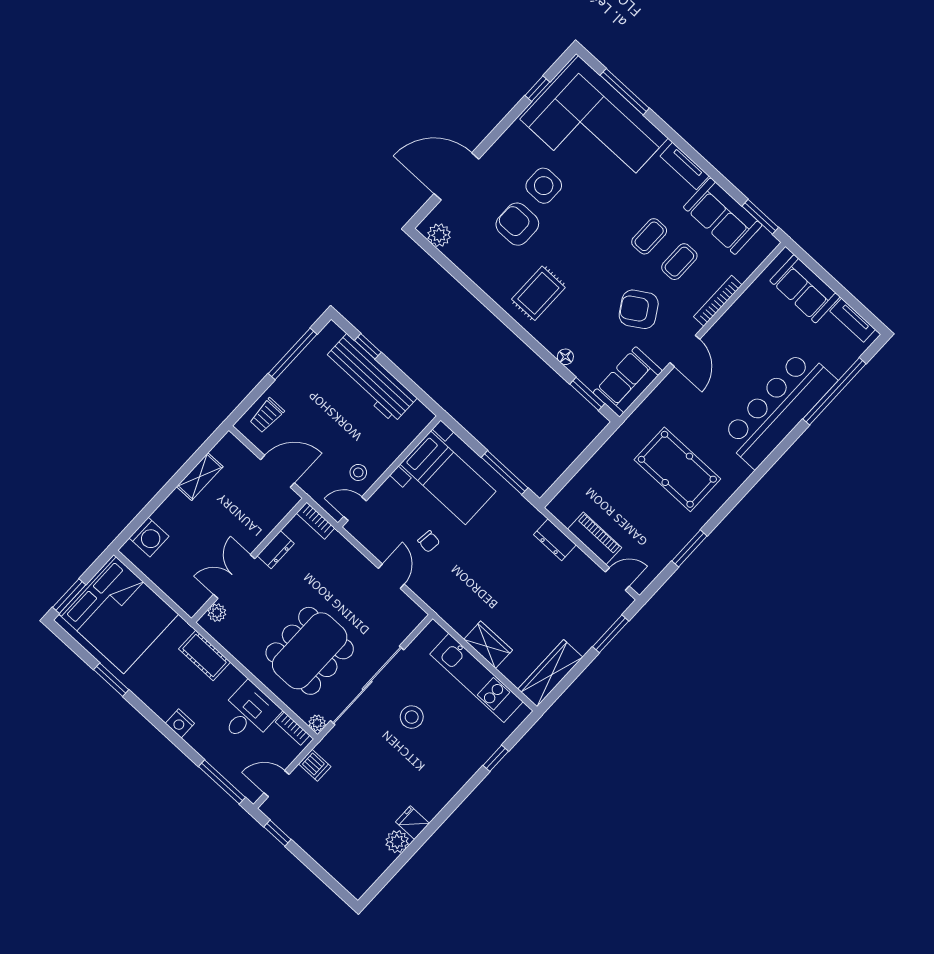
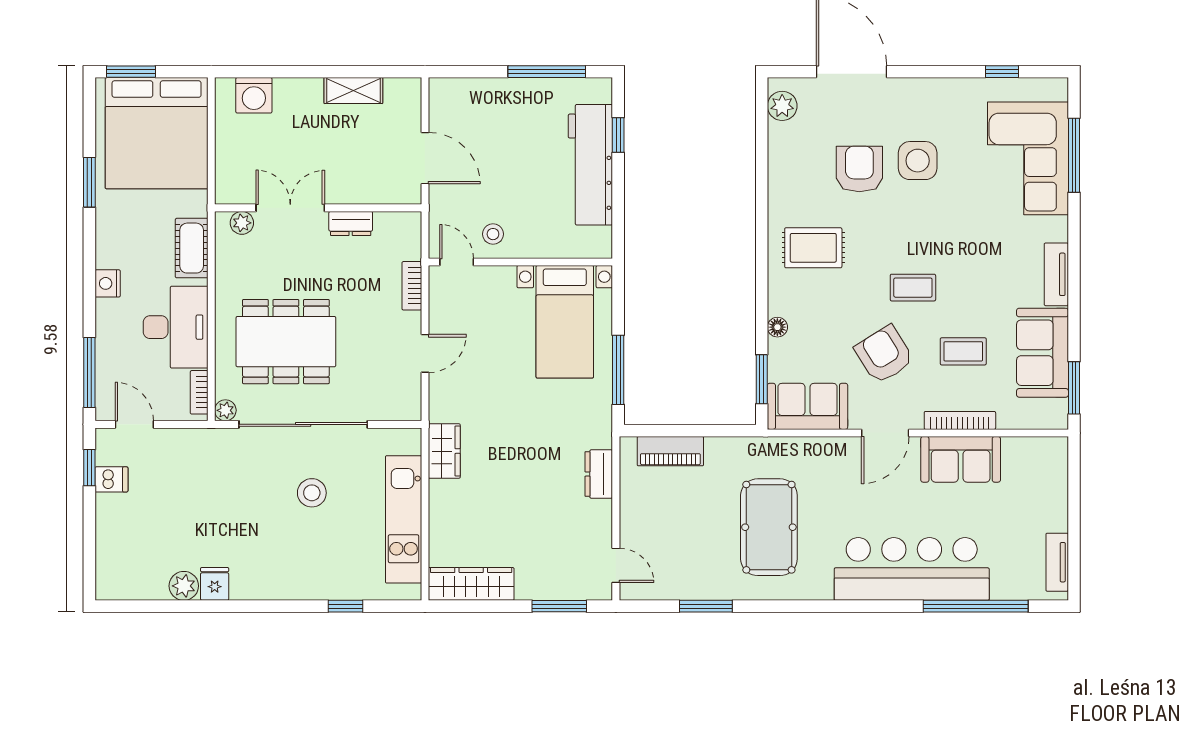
corner sofa: (594, 129) -> (1028, 158), width x0.73, depth x0.74
coffee table: (649, 236) -> (913, 288), moved
sofa: (805, 289) -> (961, 459), moved, turned -90
trolley: (267, 415) -> (467, 100), removed
bookcase: (316, 521) -> (412, 286), moved
piano: (595, 538) -> (670, 451), moved, turned 90
chair: (429, 541) -> (489, 358), removed
wardrobe: (488, 645) -> (444, 451), moved
desk: (248, 713) -> (176, 327), width x1.37
dishwasher: (315, 765) -> (111, 479), moved, turned -90

